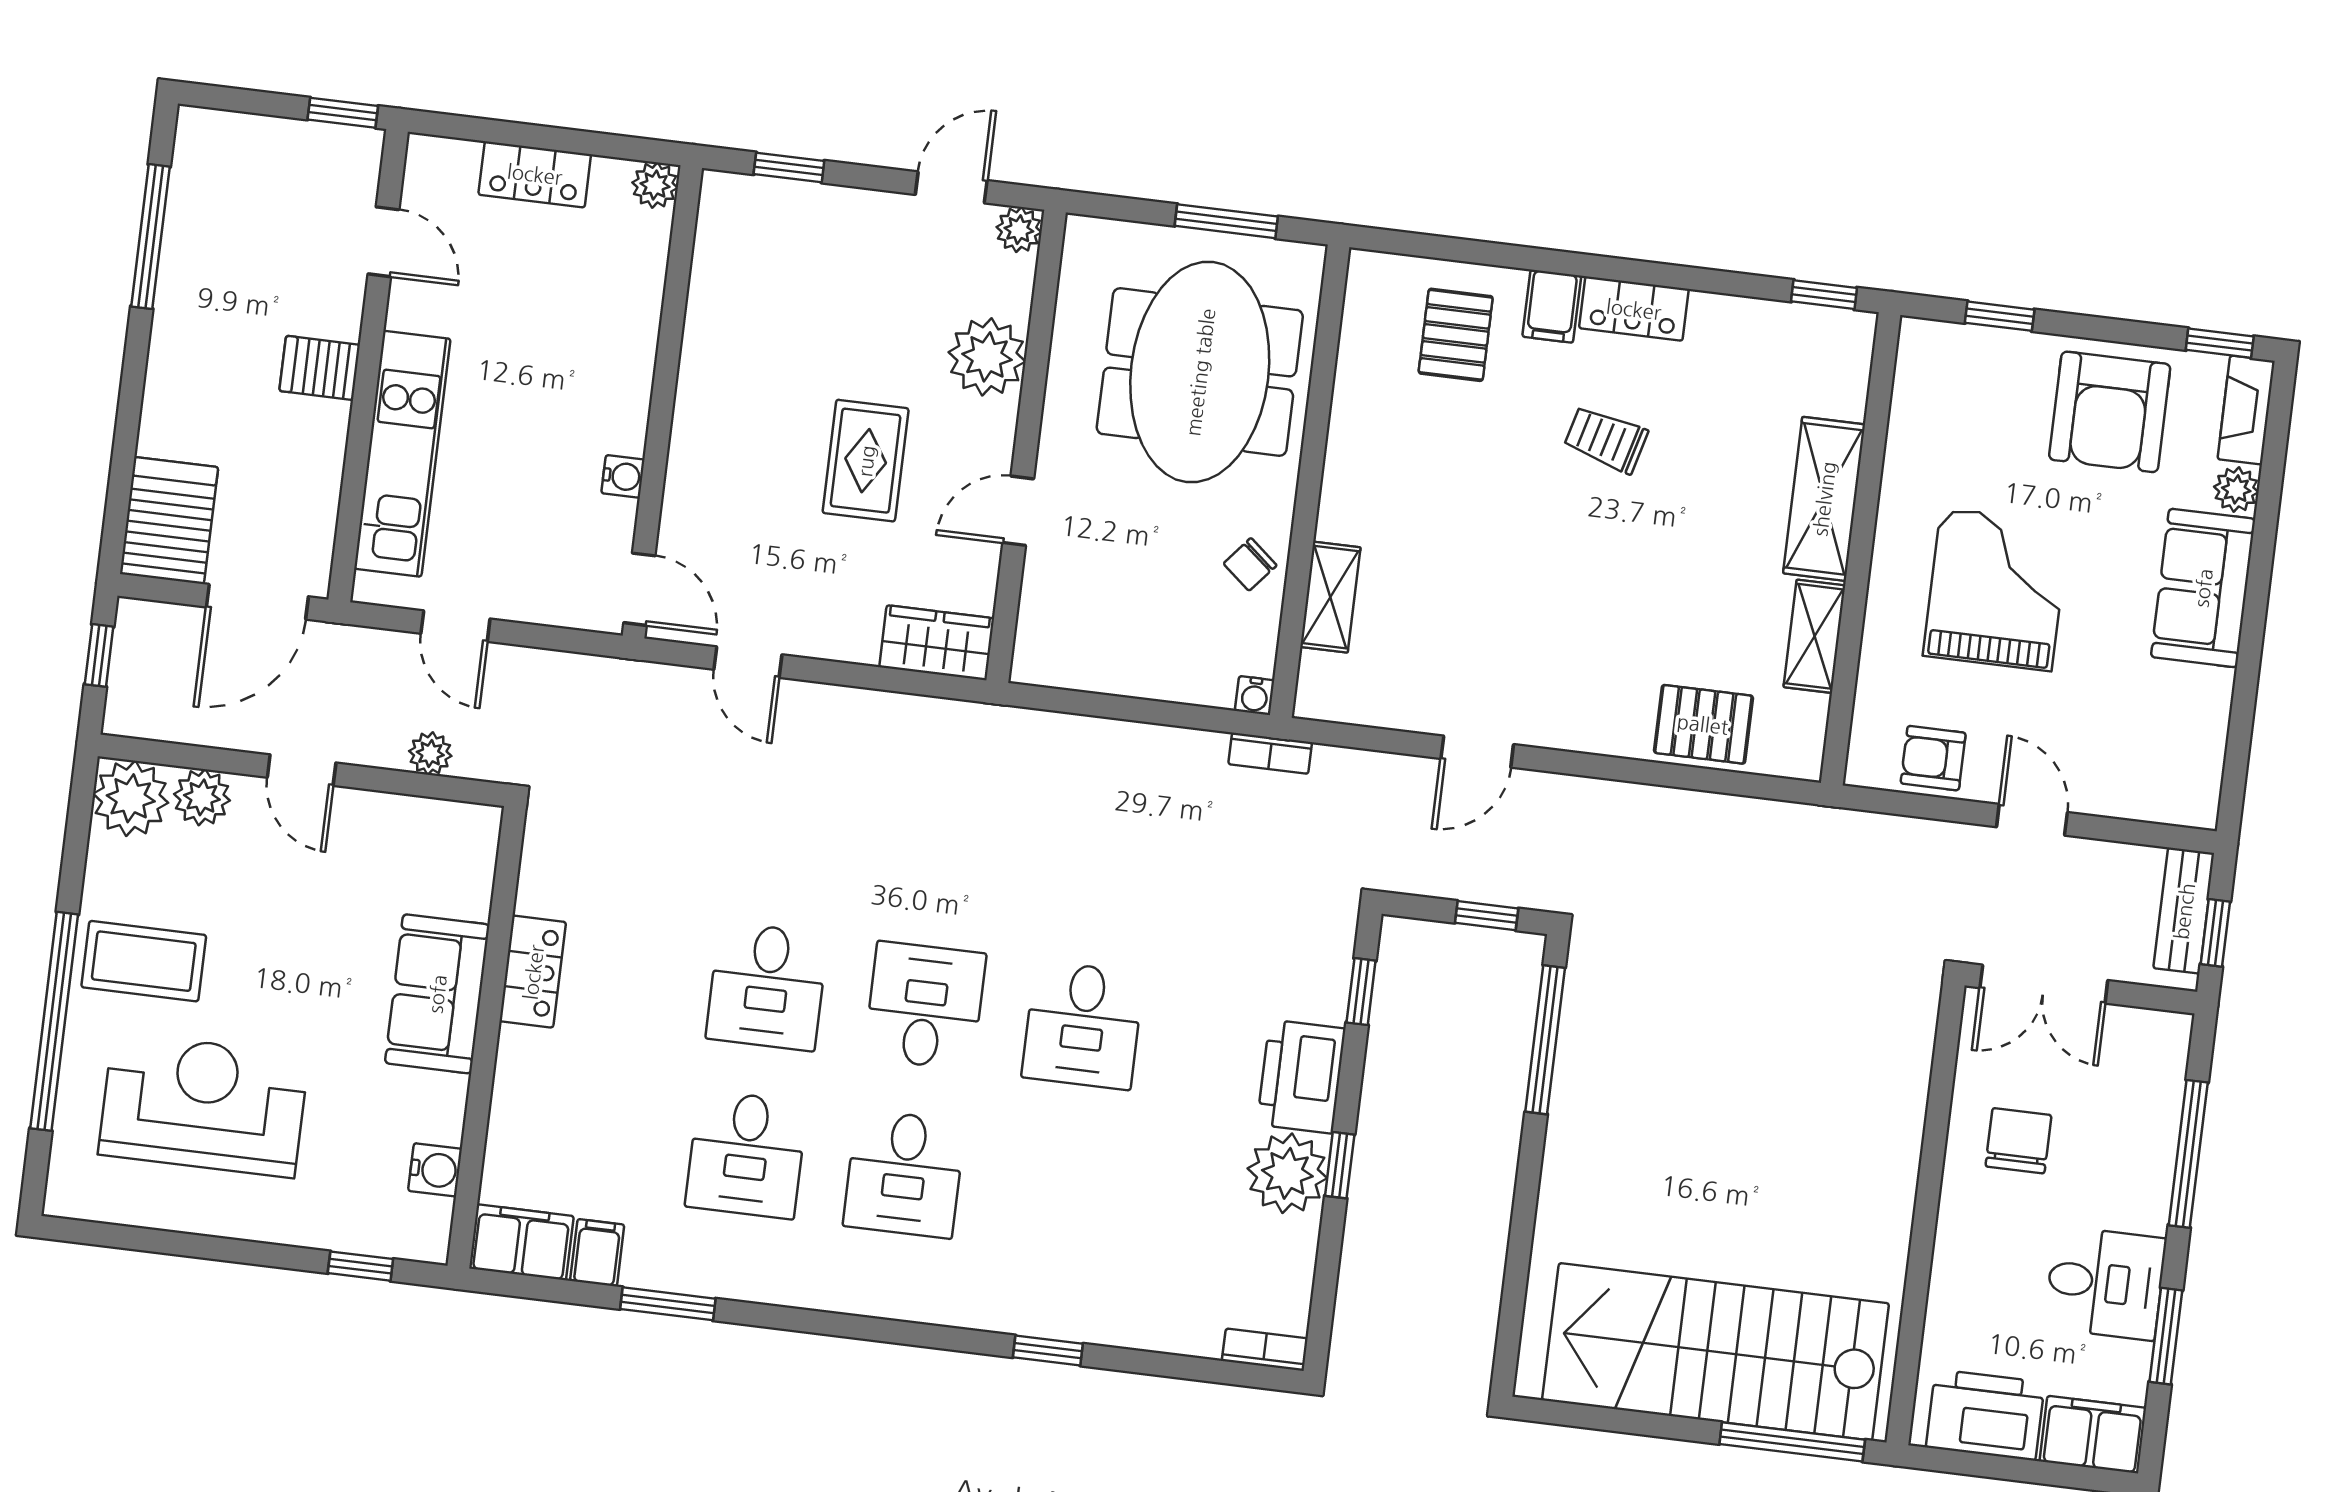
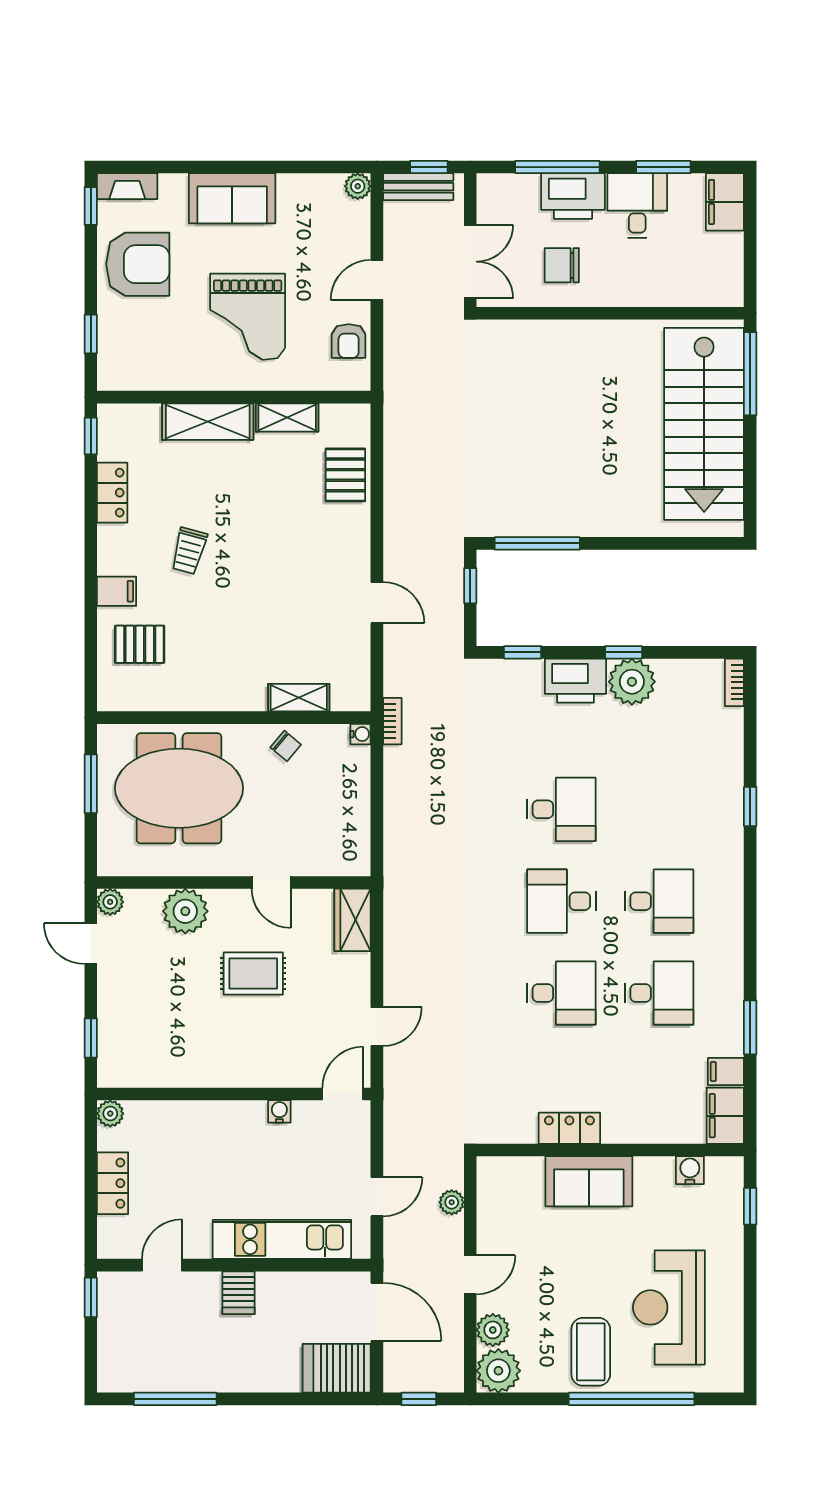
locker: (1634, 309) -> (112, 493), moved
plant: (2236, 489) -> (358, 186), moved
grand piano: (1996, 589) -> (248, 317), turned -90
printer: (1985, 1415) -> (573, 196), moved, turned -90

